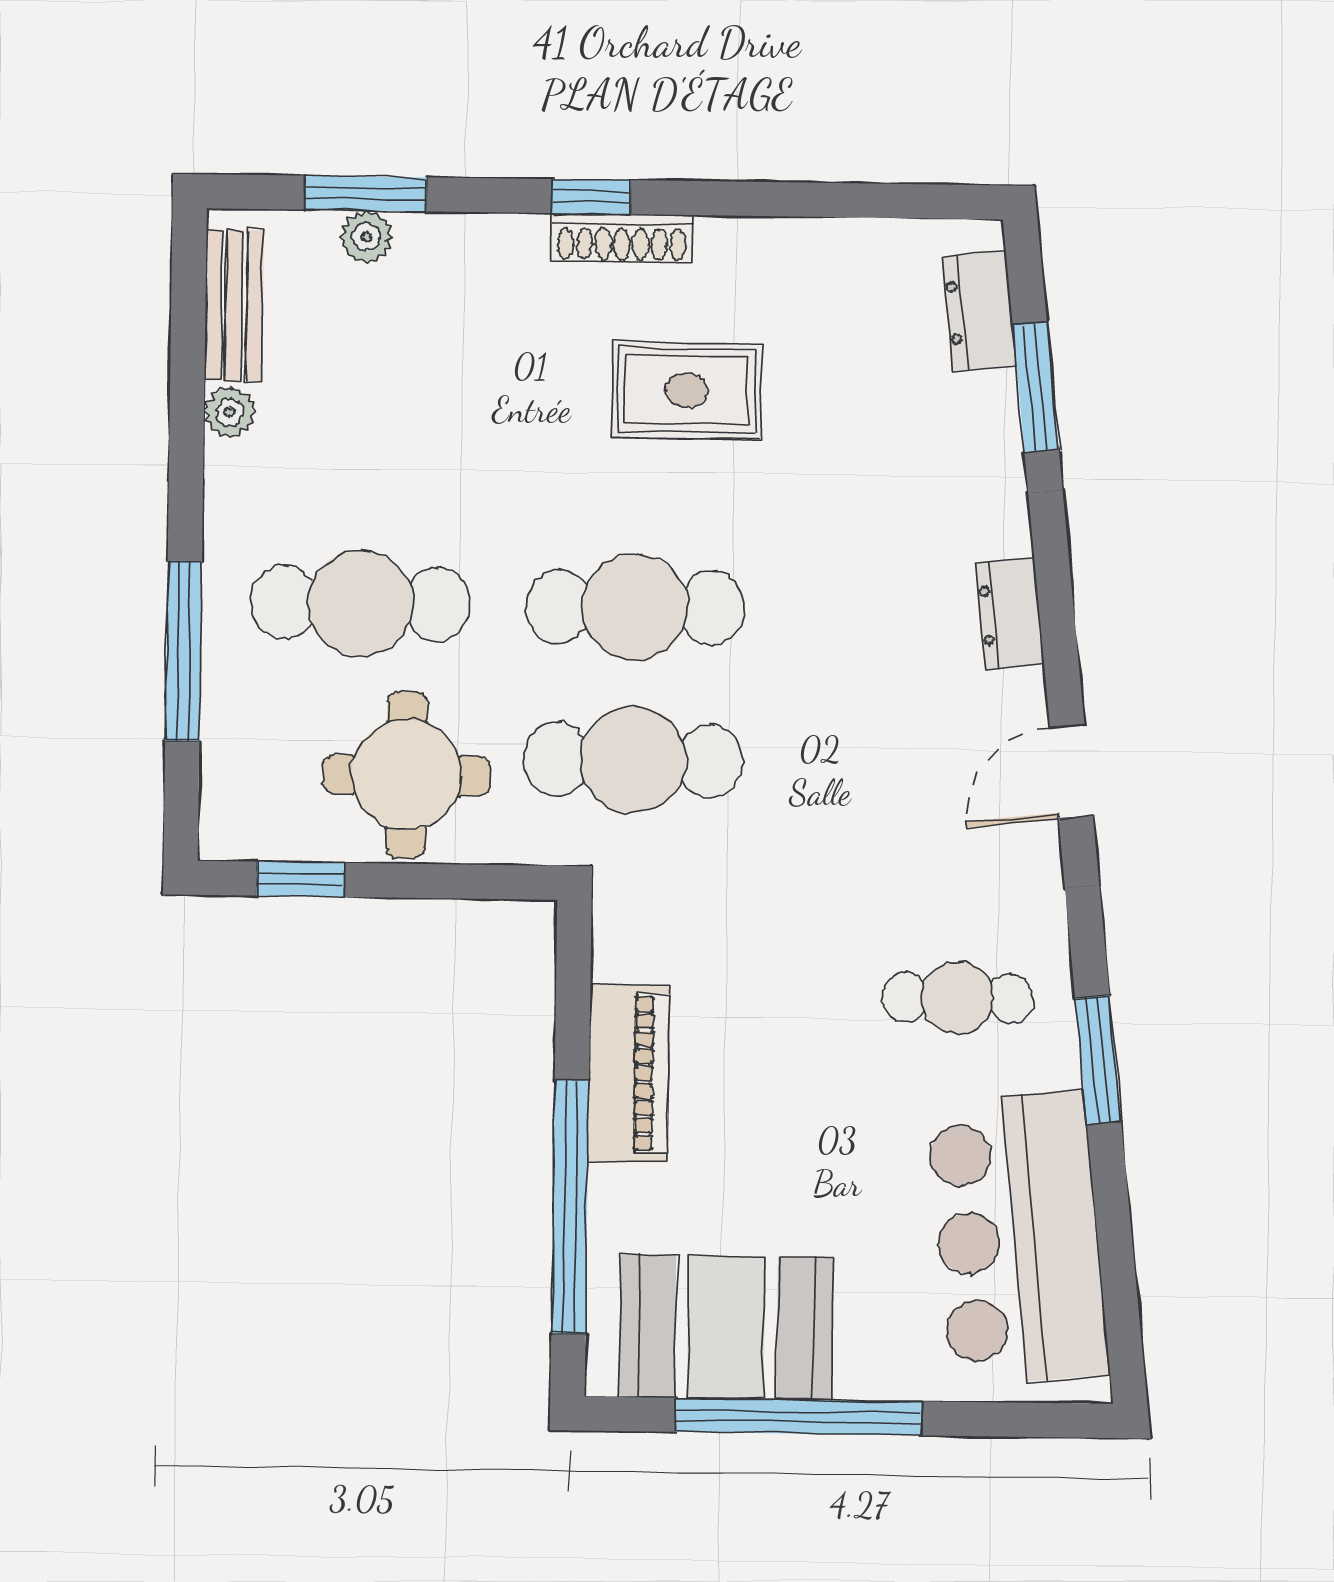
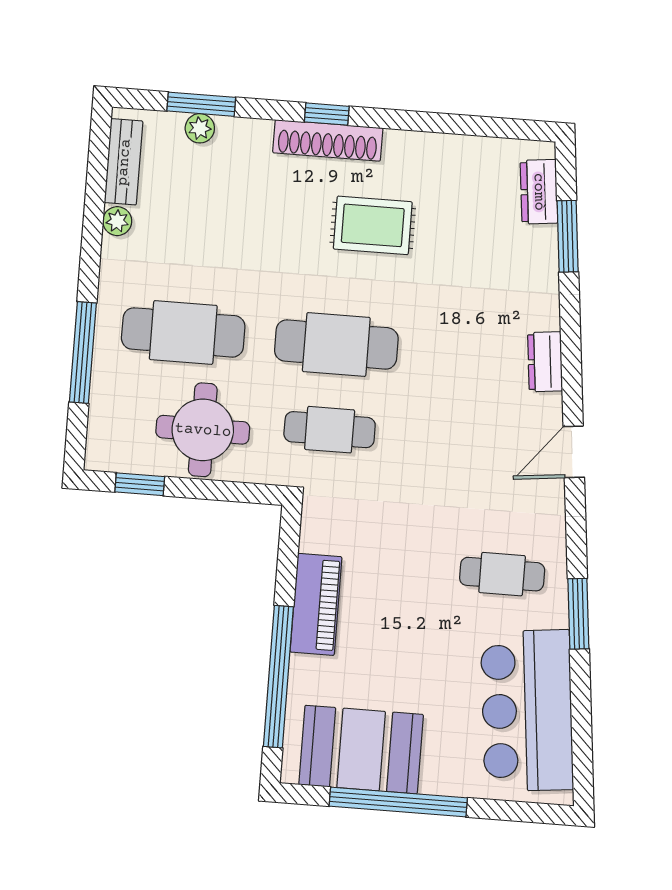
shoe rack: (622, 238) -> (328, 140), width x1.36, depth x1.24
cafe table: (633, 760) -> (330, 430), width x0.73, depth x0.74

